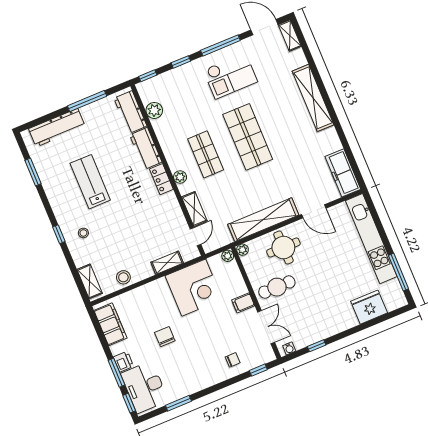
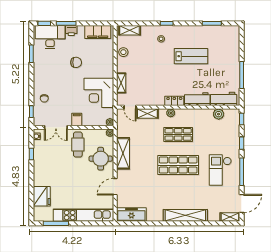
workbench: (57, 128) -> (233, 49), removed
shelving: (263, 220) -> (123, 153), width x0.68

